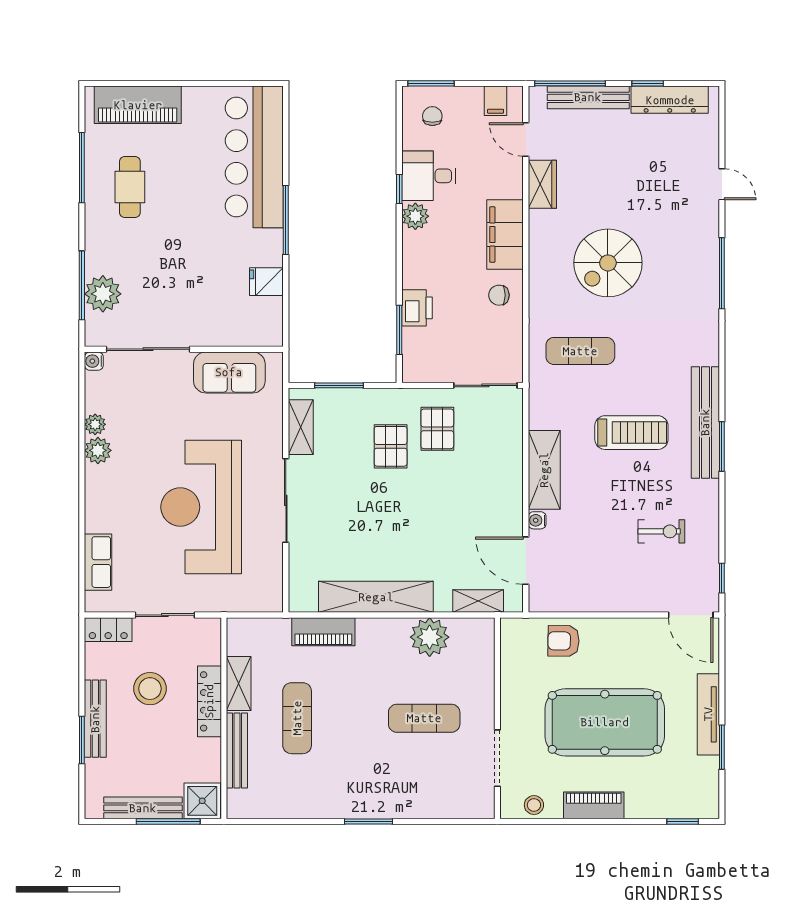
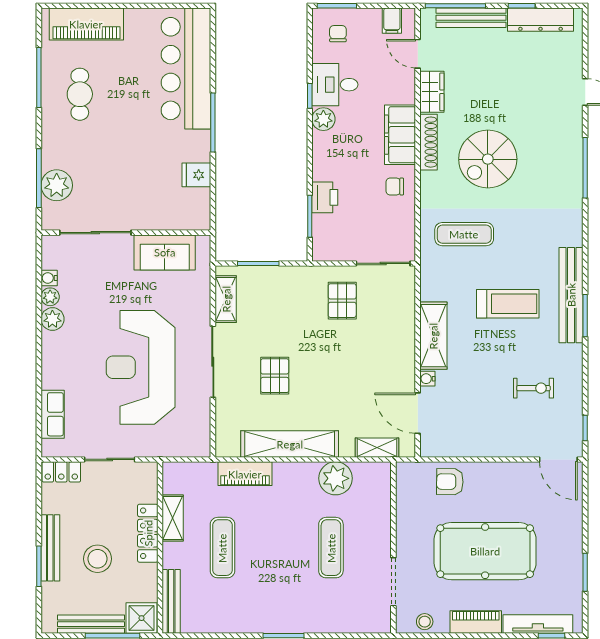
shoe rack: (538, 243) -> (428, 142), added
water cooler: (94, 361) -> (49, 278), moved
pallet: (391, 446) -> (275, 376), moved
stool: (150, 689) -> (97, 559), moved
tv unit: (708, 714) -> (538, 624), moved, turned 90
exercise mat: (424, 718) -> (331, 548), turned 90
bench: (237, 750) -> (171, 601), moved

